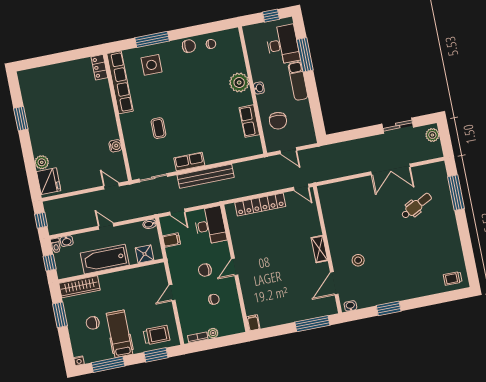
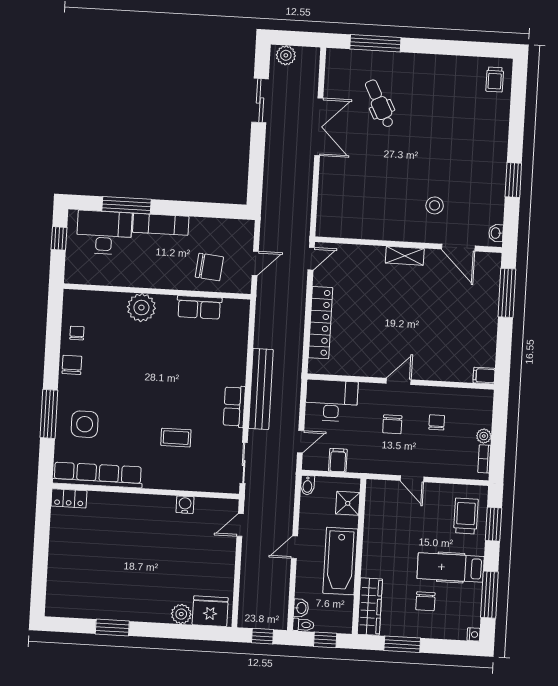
washbasin: (259, 88) -> (156, 282), removed
door: (235, 267) -> (399, 381), swing flipped

